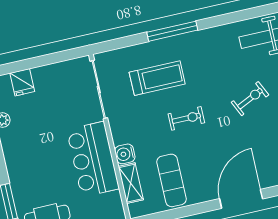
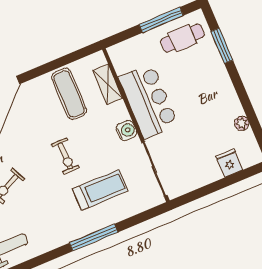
treadmill: (157, 78) -> (100, 190), turned 180
exercise bike: (186, 118) -> (65, 156), turned -90
water cooler: (125, 154) -> (126, 131), moved

